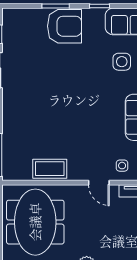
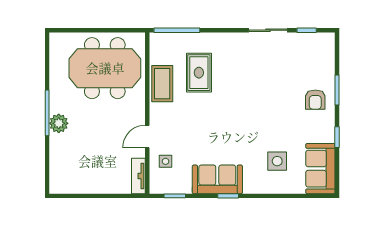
armchair: (65, 26) -> (315, 100), width x0.53, depth x0.53
rug: (39, 135) -> (199, 73), added

